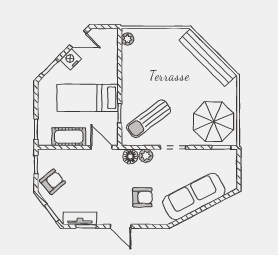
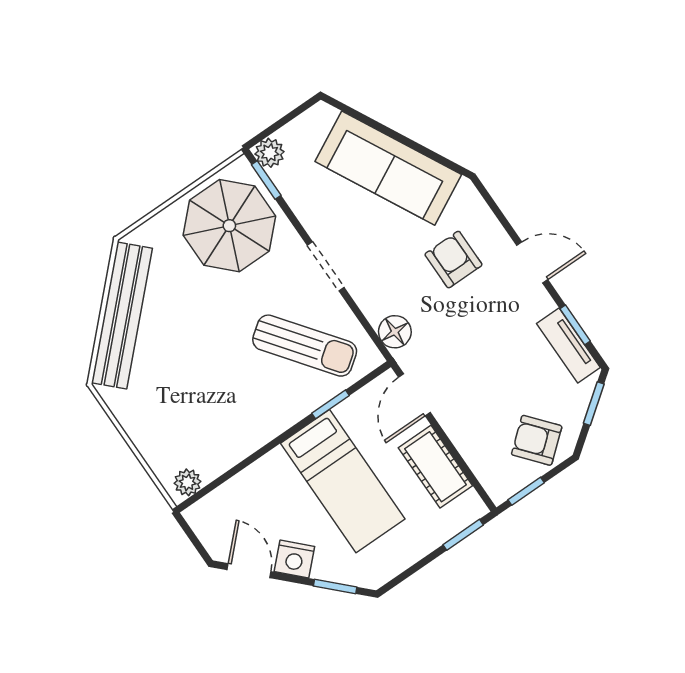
plant: (146, 156) -> (270, 153), moved
door: (121, 226) -> (532, 263), hinge flipped

